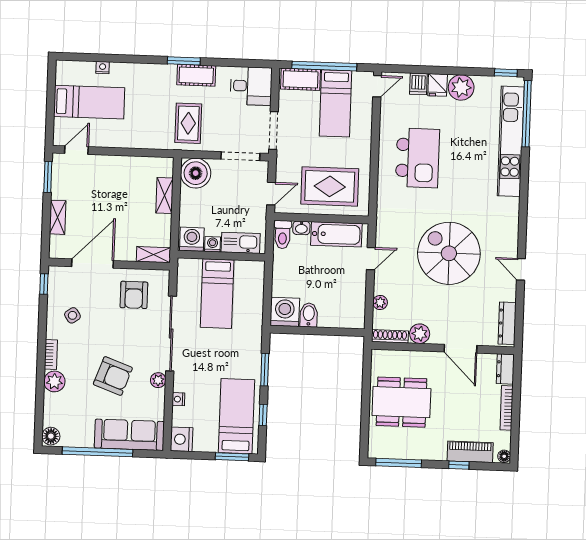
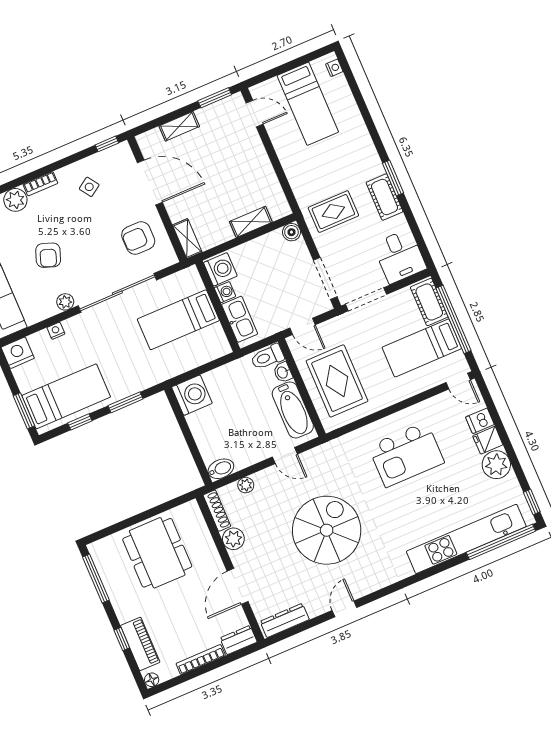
nightstand: (103, 68) -> (334, 68), moved
boiler: (196, 173) -> (291, 232), width x0.54, depth x0.54
bidet: (309, 315) -> (221, 469), moved
armchair: (113, 376) -> (48, 255), width x0.72, depth x0.72

